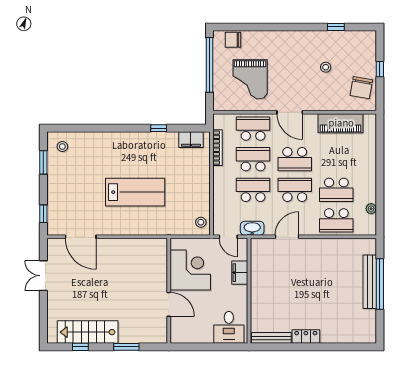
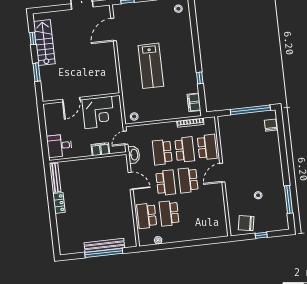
window: (336, 27) -> (289, 199), width x2.17
grand piano: (250, 79) -> (243, 141), removed
piano: (341, 123) -> (218, 211), removed
school desk: (253, 190) -> (162, 152), turned 180

